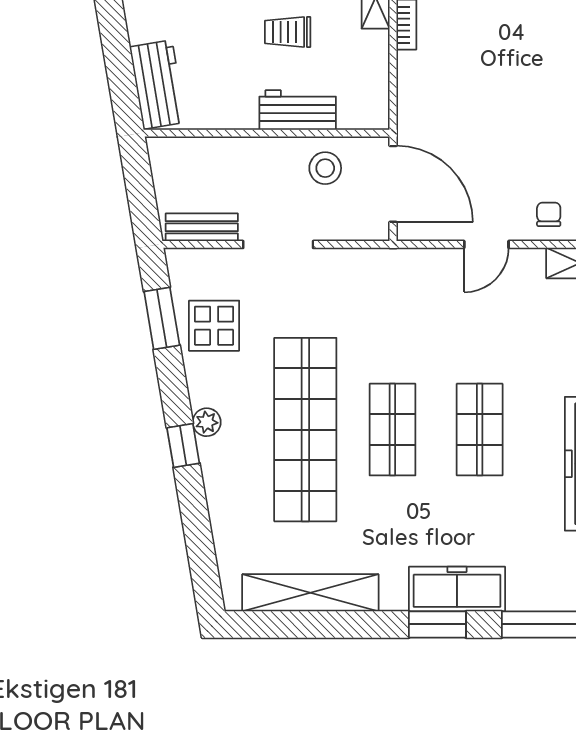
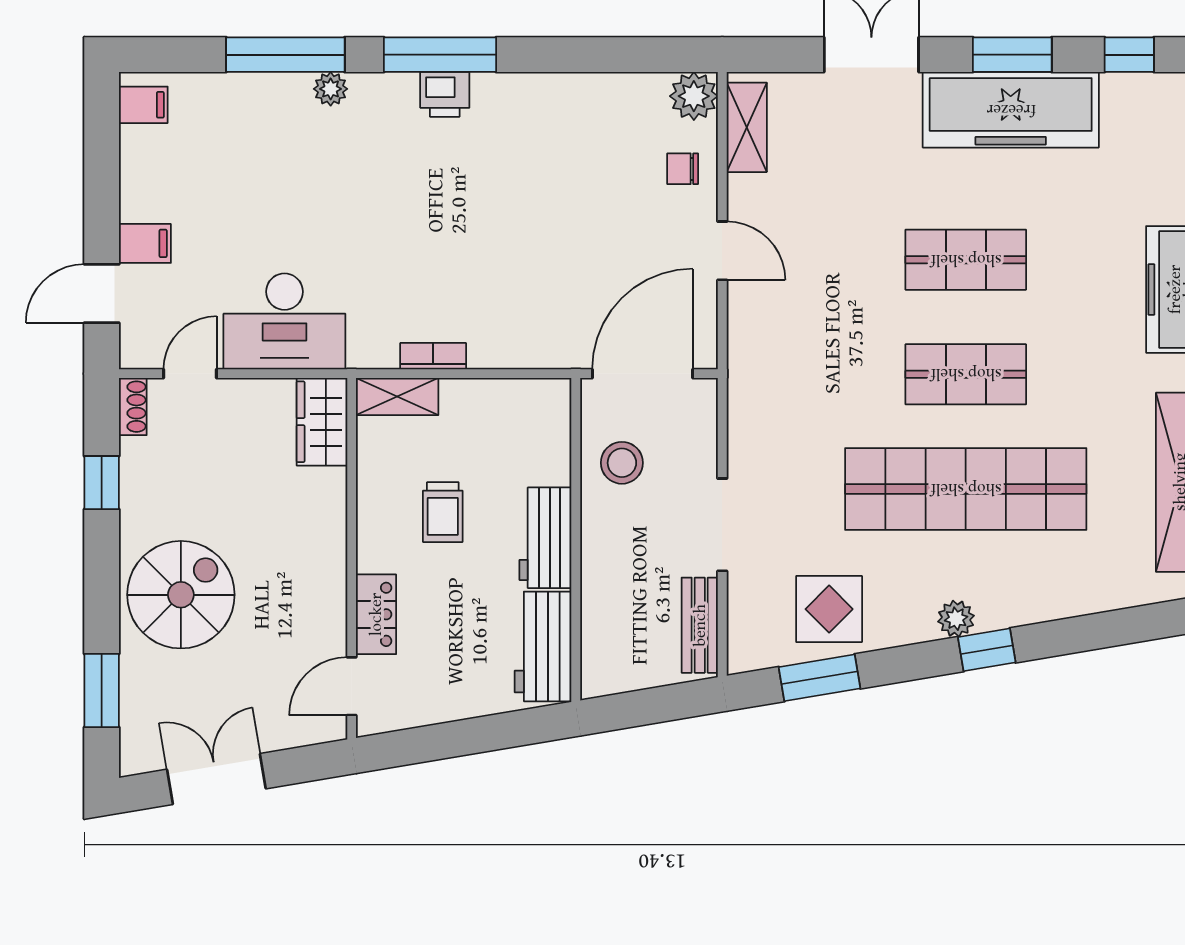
workbench: (158, 85) -> (543, 646), moved, turned -80
workbench: (298, 110) -> (545, 538), moved

